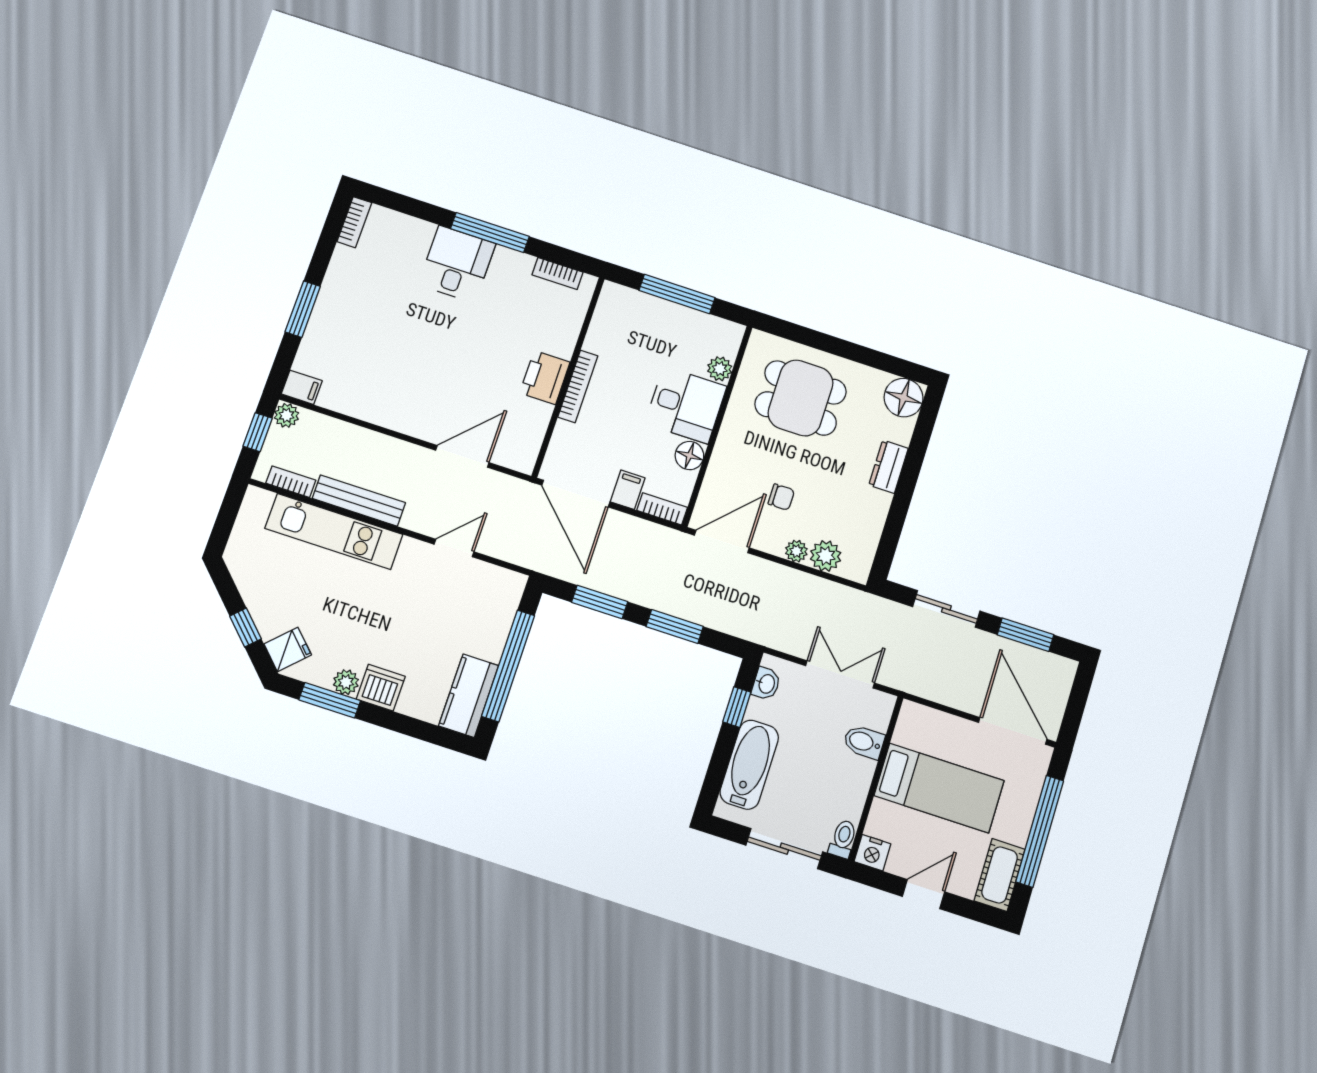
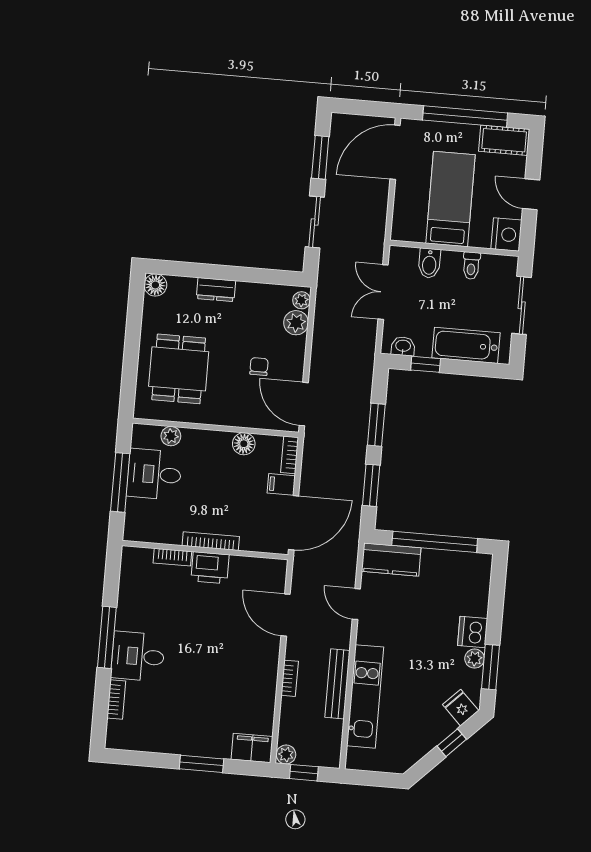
bookcase: (354, 222) -> (116, 699), moved, turned 90
bookcase: (557, 273) -> (172, 557), moved, turned 90
filing cabinet: (302, 387) -> (252, 748), width x2.00
floor lamp: (904, 398) -> (155, 285), width x0.73, depth x0.73
desk: (686, 405) -> (154, 474), moved, turned -90
bookcase: (291, 482) -> (290, 678), moved, turned 180
plant: (796, 551) -> (302, 300), moved
kitchen counter: (469, 696) -> (391, 560), moved
toilet: (843, 839) -> (471, 266), moved, turned -90
nightstand: (872, 853) -> (506, 234), width x1.36, depth x1.33

